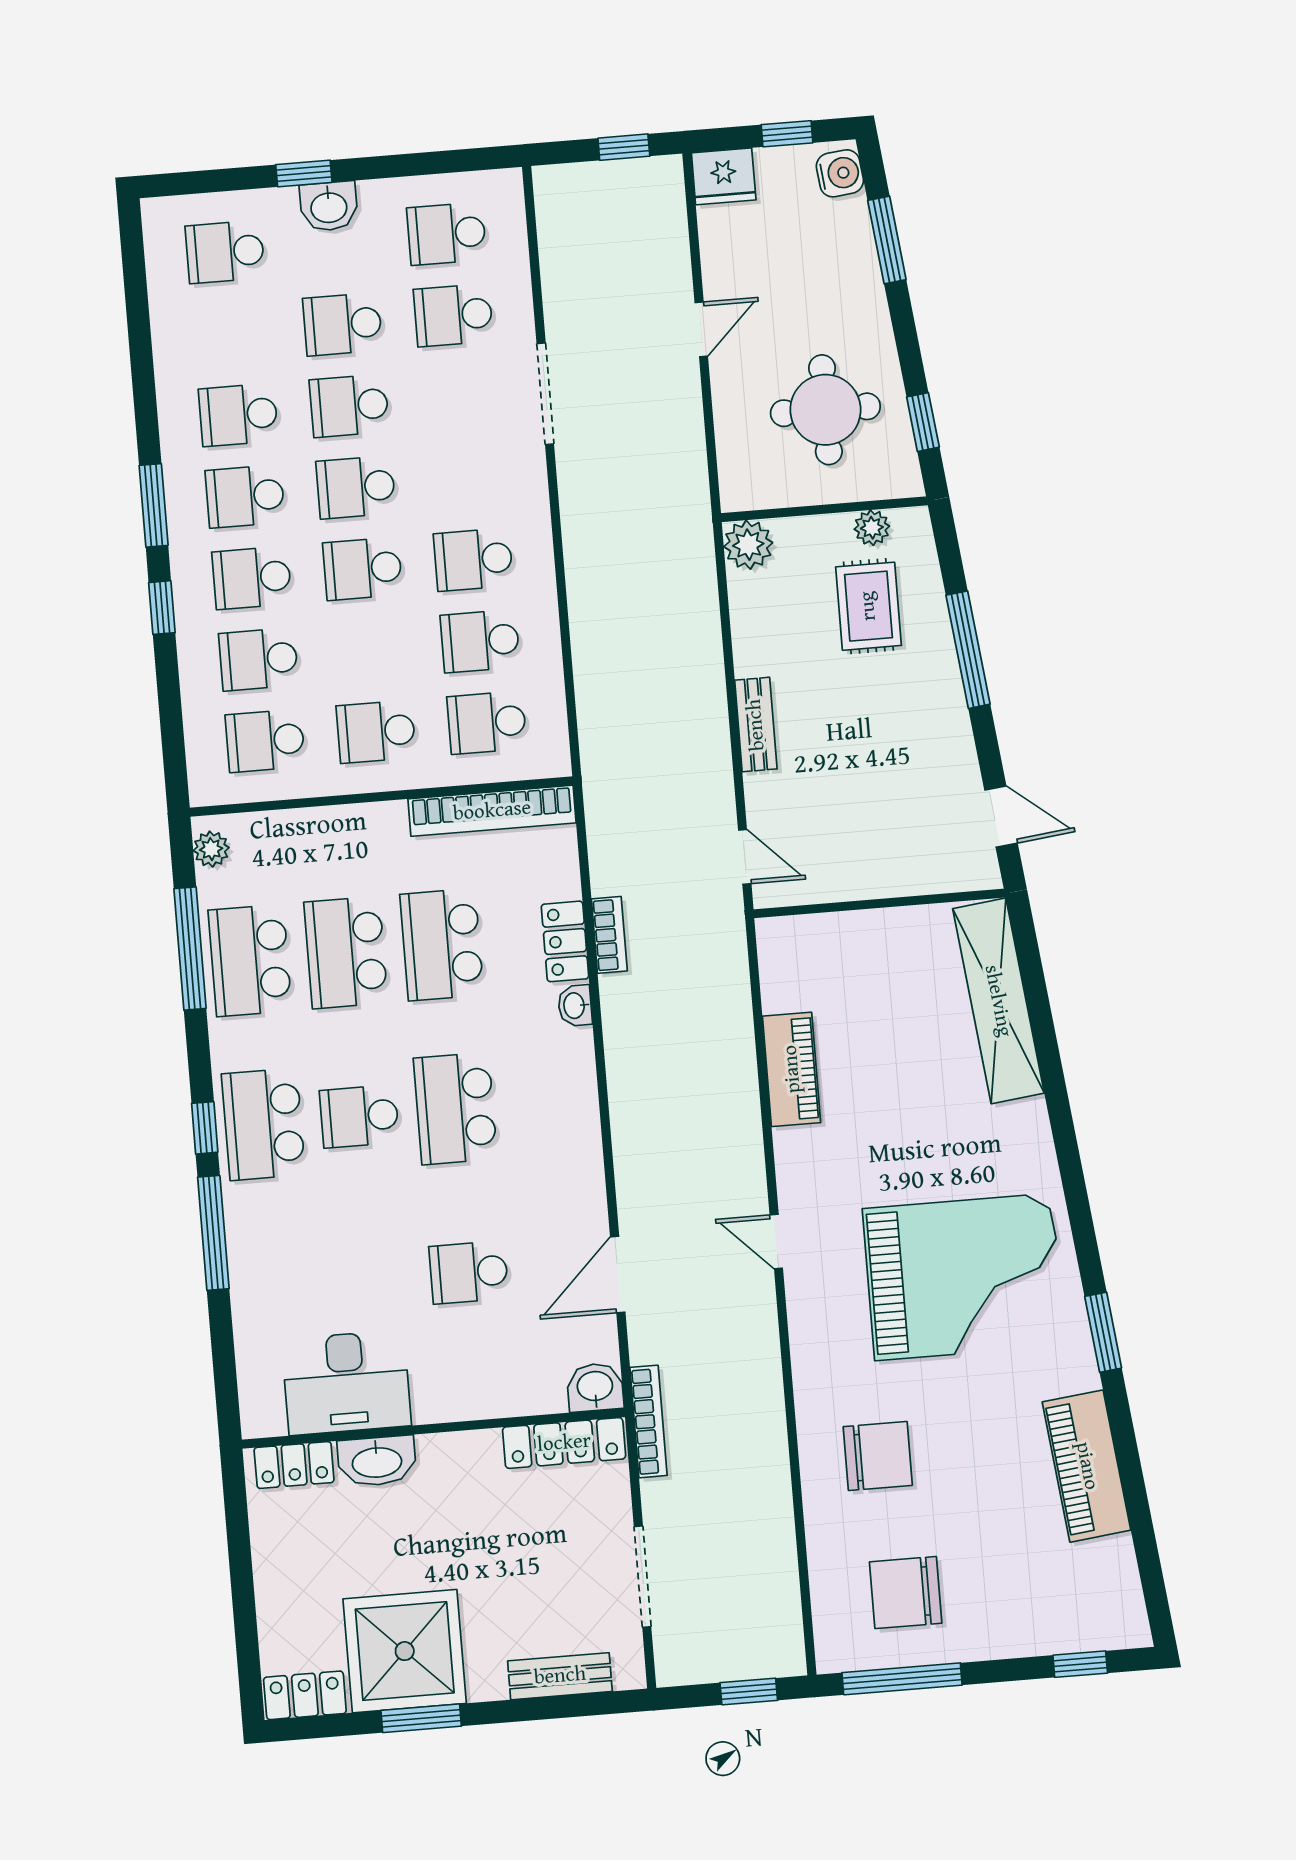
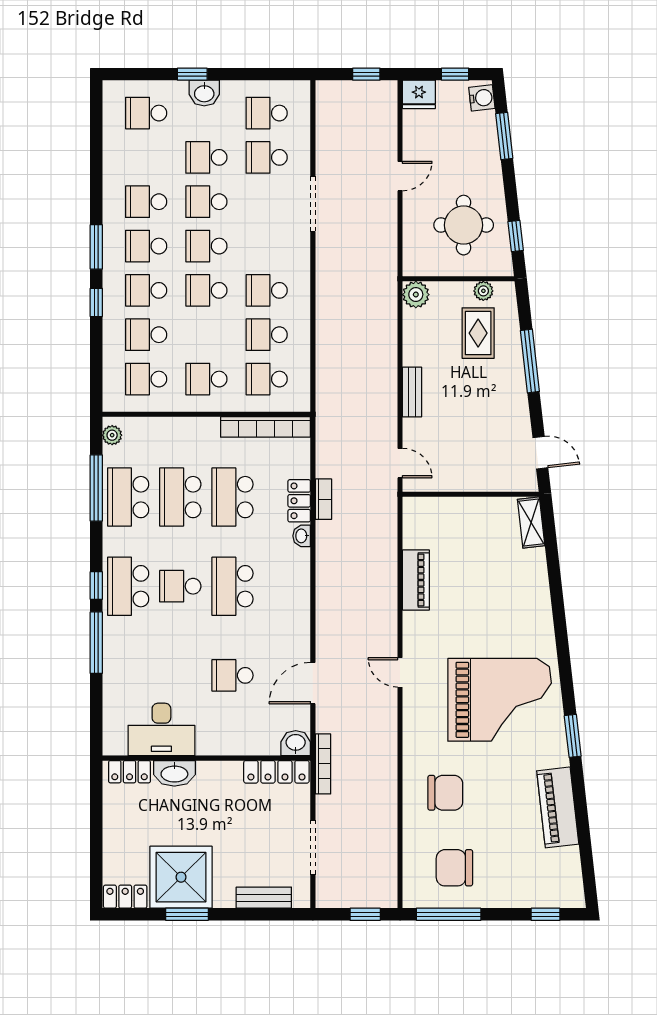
shelving: (998, 1001) -> (531, 523), width x0.45, depth x0.75

